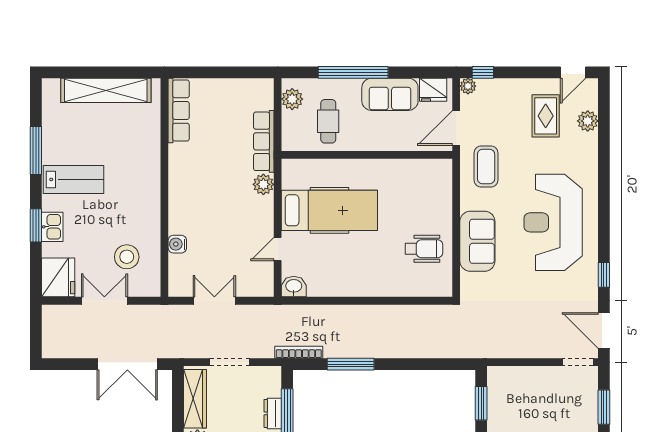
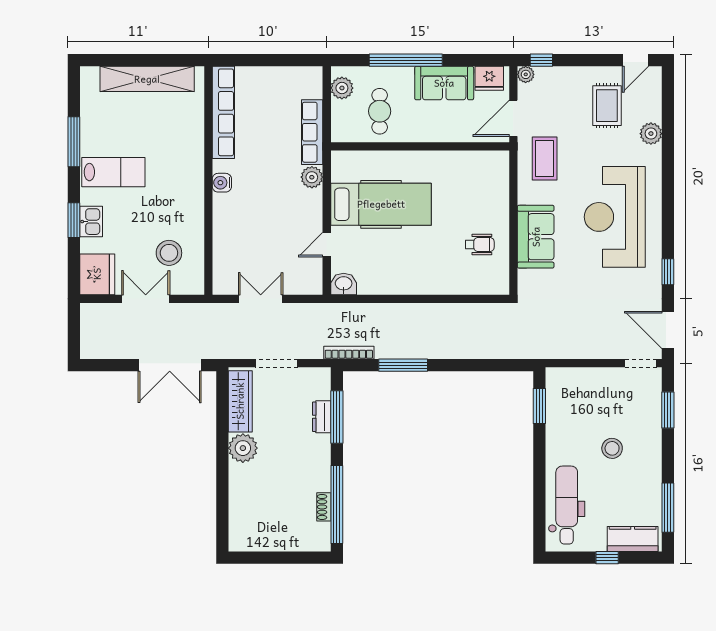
row of seats: (179, 110) -> (223, 112), width x1.36
plant: (588, 121) -> (651, 134), moved
water cooler: (177, 244) -> (222, 183), moved
wheelchair: (424, 249) -> (480, 245), width x0.73, depth x0.73

